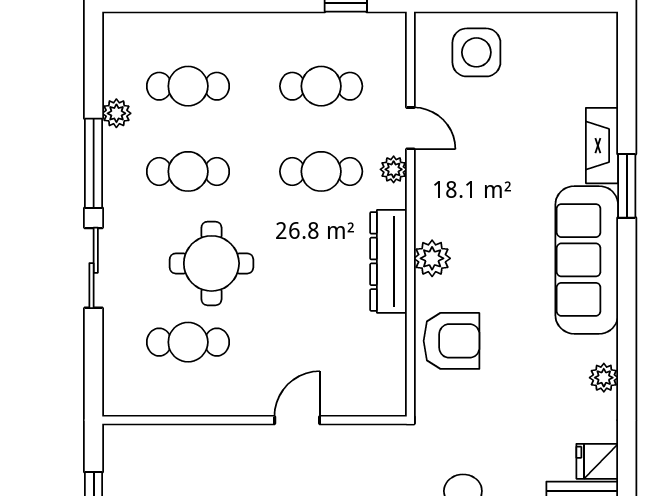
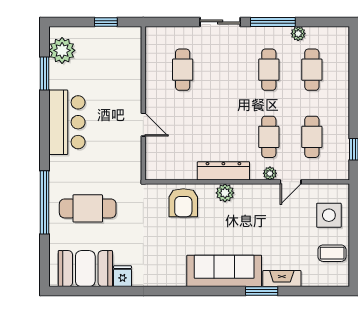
coffee table: (552, 46) -> (332, 253), added
round table: (211, 263) -> (222, 81), removed
plant: (604, 378) -> (165, 279), removed

